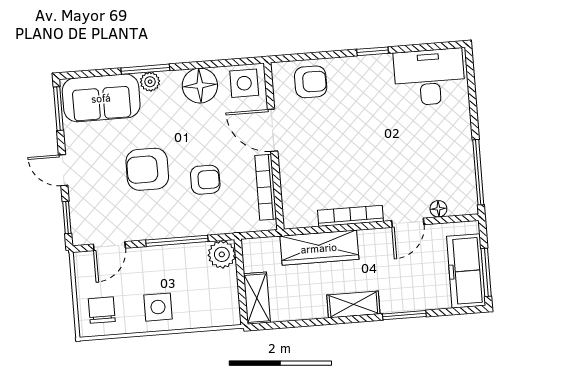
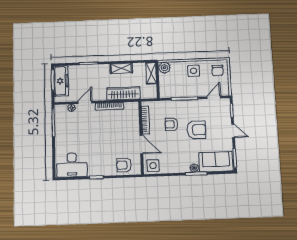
floor lamp: (200, 86) -> (172, 165), removed
plant: (222, 254) -> (164, 68), moved
shelving: (353, 304) -> (121, 68), moved

